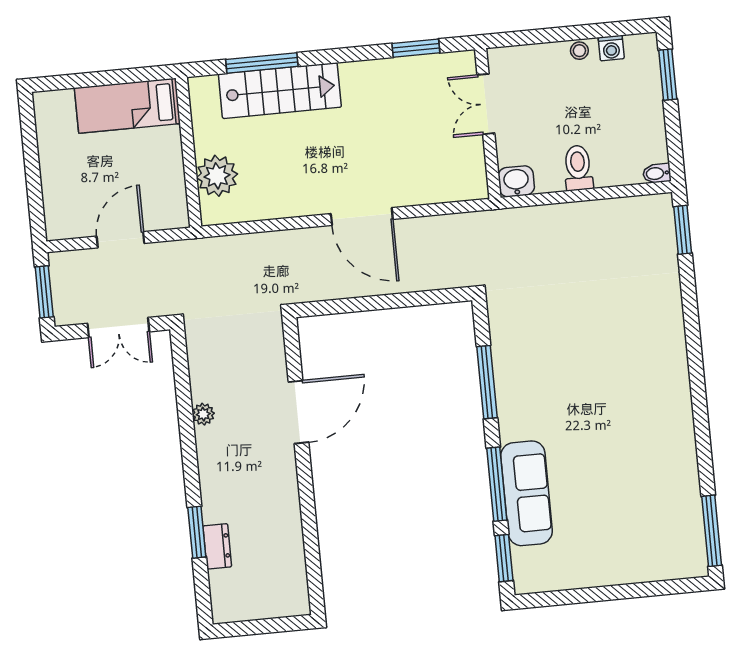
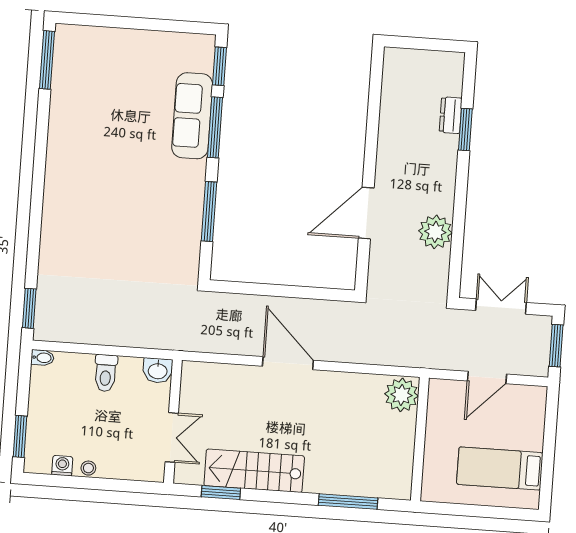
stairs: (280, 91) -> (254, 471), moved
bed: (127, 106) -> (500, 468), moved, turned 180
plant: (217, 176) -> (401, 395), moved
plant: (203, 414) -> (435, 232), width x1.88, depth x1.88

